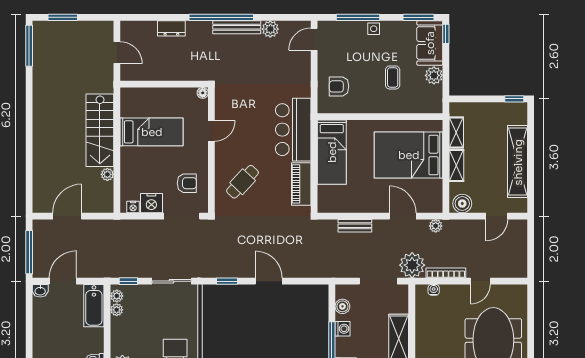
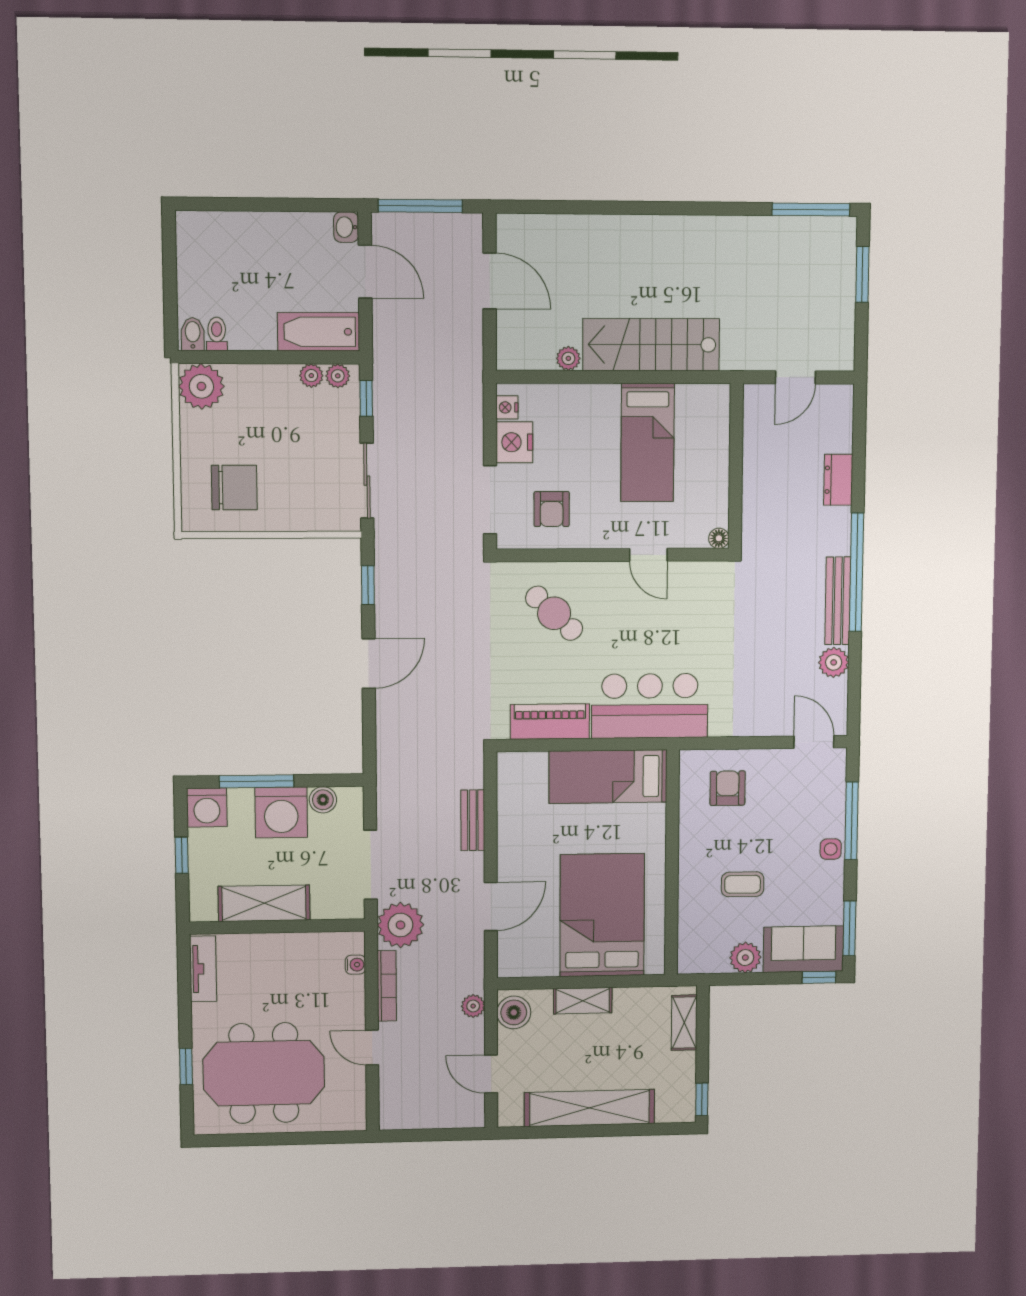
shelving: (456, 132) -> (684, 1023), moved, turned 90
plant: (436, 226) -> (473, 1006), moved
washing machine: (343, 329) -> (281, 812), width x1.89, depth x1.89

